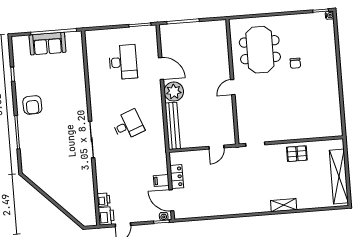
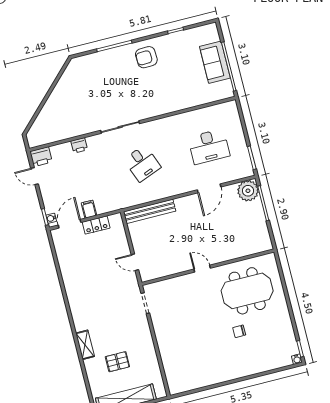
plant: (174, 92) -> (248, 191), moved
pallet: (297, 154) -> (117, 362), moved, turned 90
printer: (104, 200) -> (79, 145), moved

